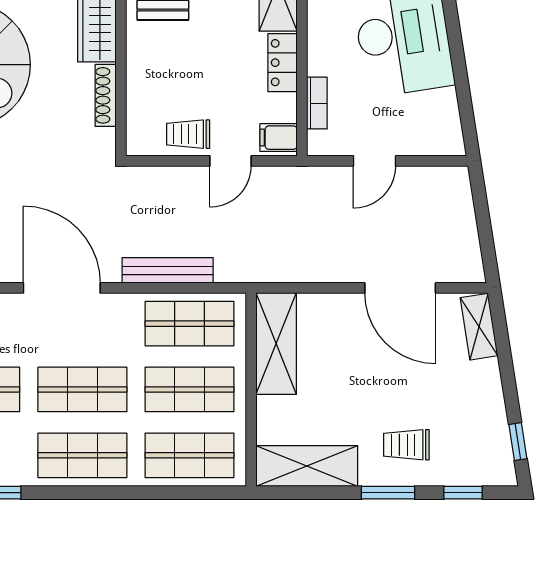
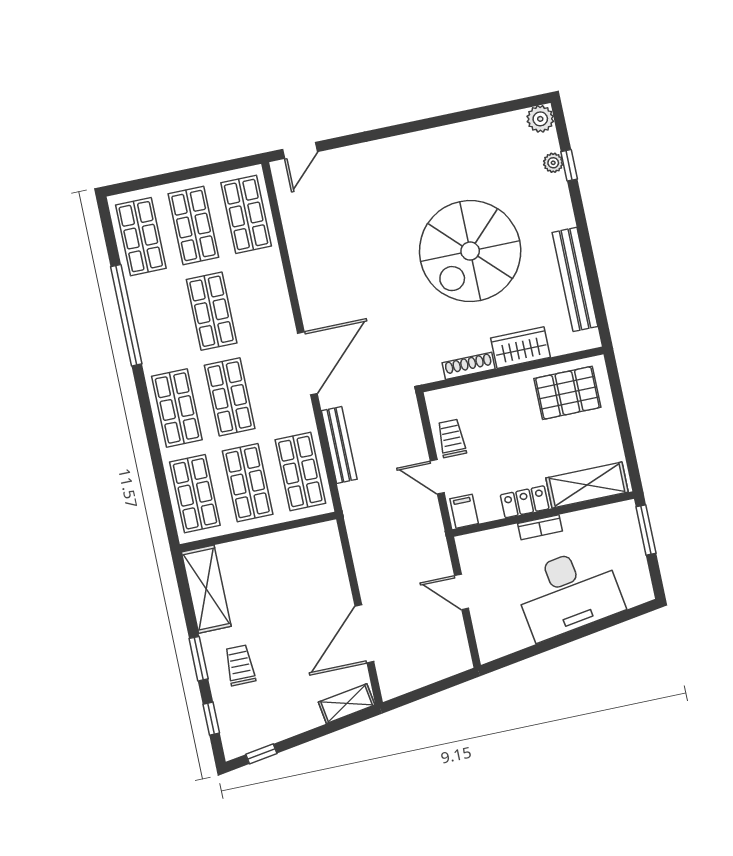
bookcase: (317, 103) -> (540, 527), moved
shelving: (276, 343) -> (299, 544), removed

